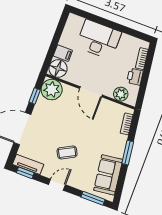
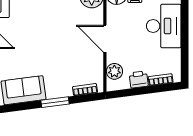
door: (91, 92) -> (105, 39), hinge flipped
coffee table: (67, 152) -> (31, 38), removed

